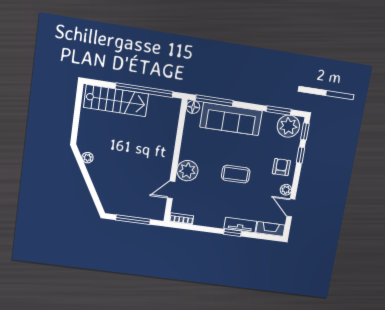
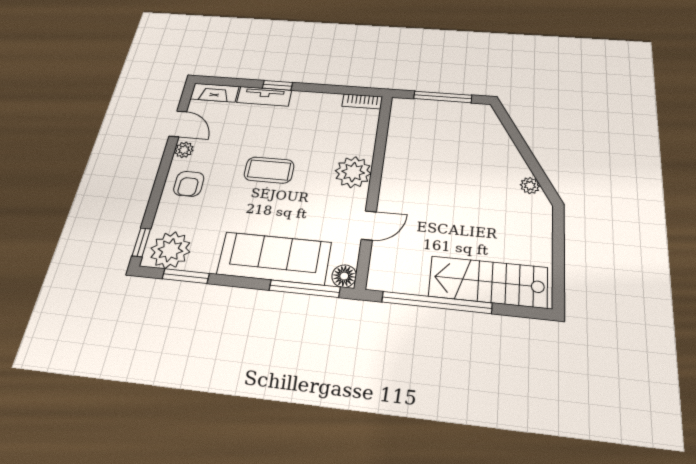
window: (301, 155) -> (153, 204), removed
door: (171, 190) -> (369, 225), moved

